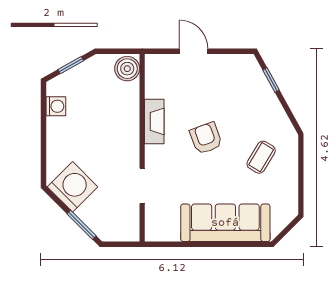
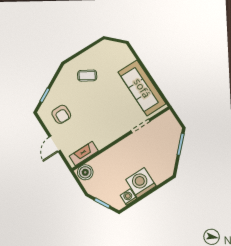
fireplace: (154, 121) -> (84, 154), moved
armchair: (206, 138) -> (61, 114), moved, turned -70
washing machine: (73, 187) -> (141, 183), moved, turned 45
sofa: (225, 223) -> (142, 88), moved

